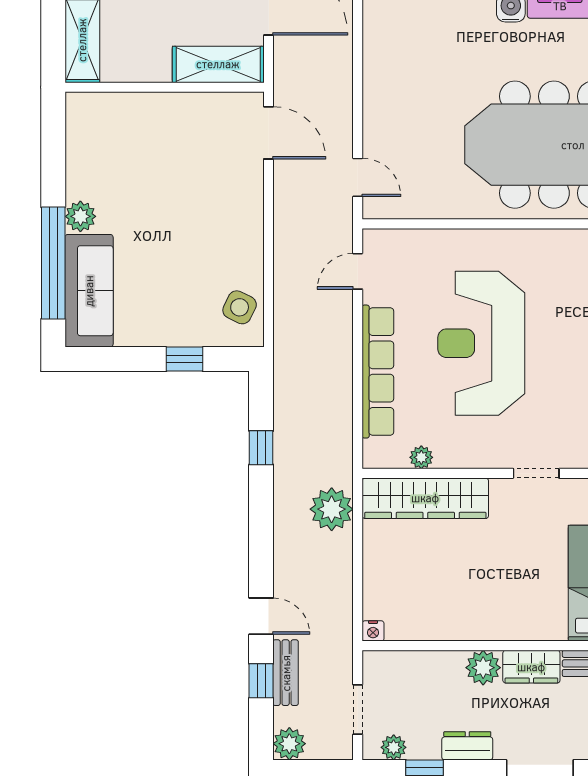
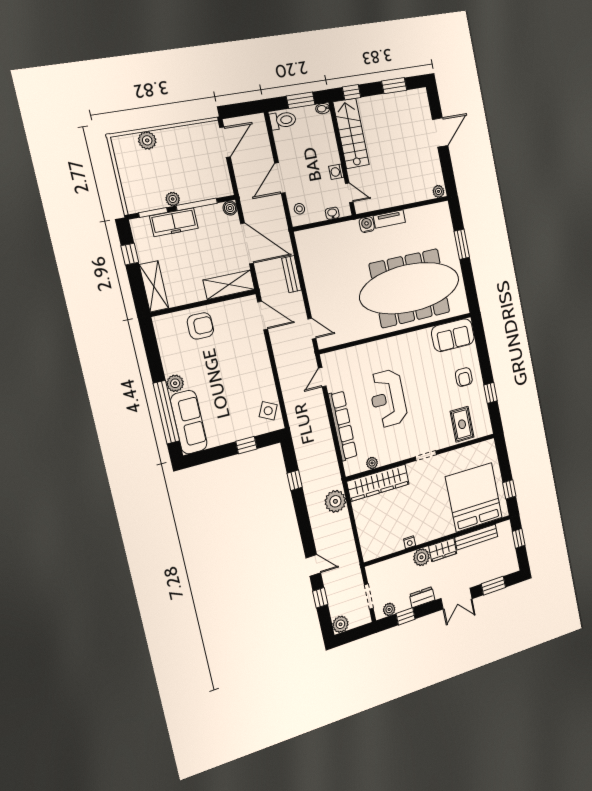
armchair: (149, 126) -> (200, 326), added
reception desk: (481, 343) -> (388, 398), width x0.74, depth x0.77
nightstand: (373, 631) -> (410, 542), moved
bench: (286, 673) -> (292, 274), moved

